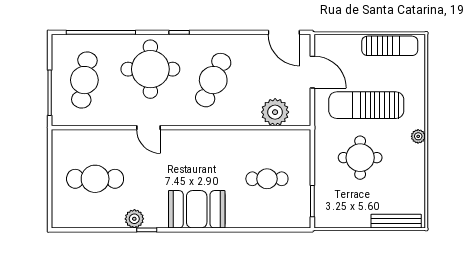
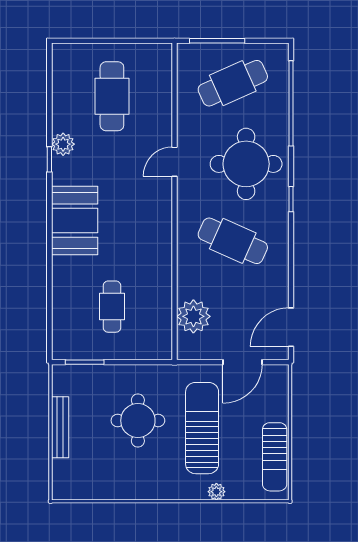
cafe table: (84, 80) -> (233, 83), turned -33
plant: (418, 136) -> (216, 492), moved
bench: (396, 221) -> (60, 427), moved

